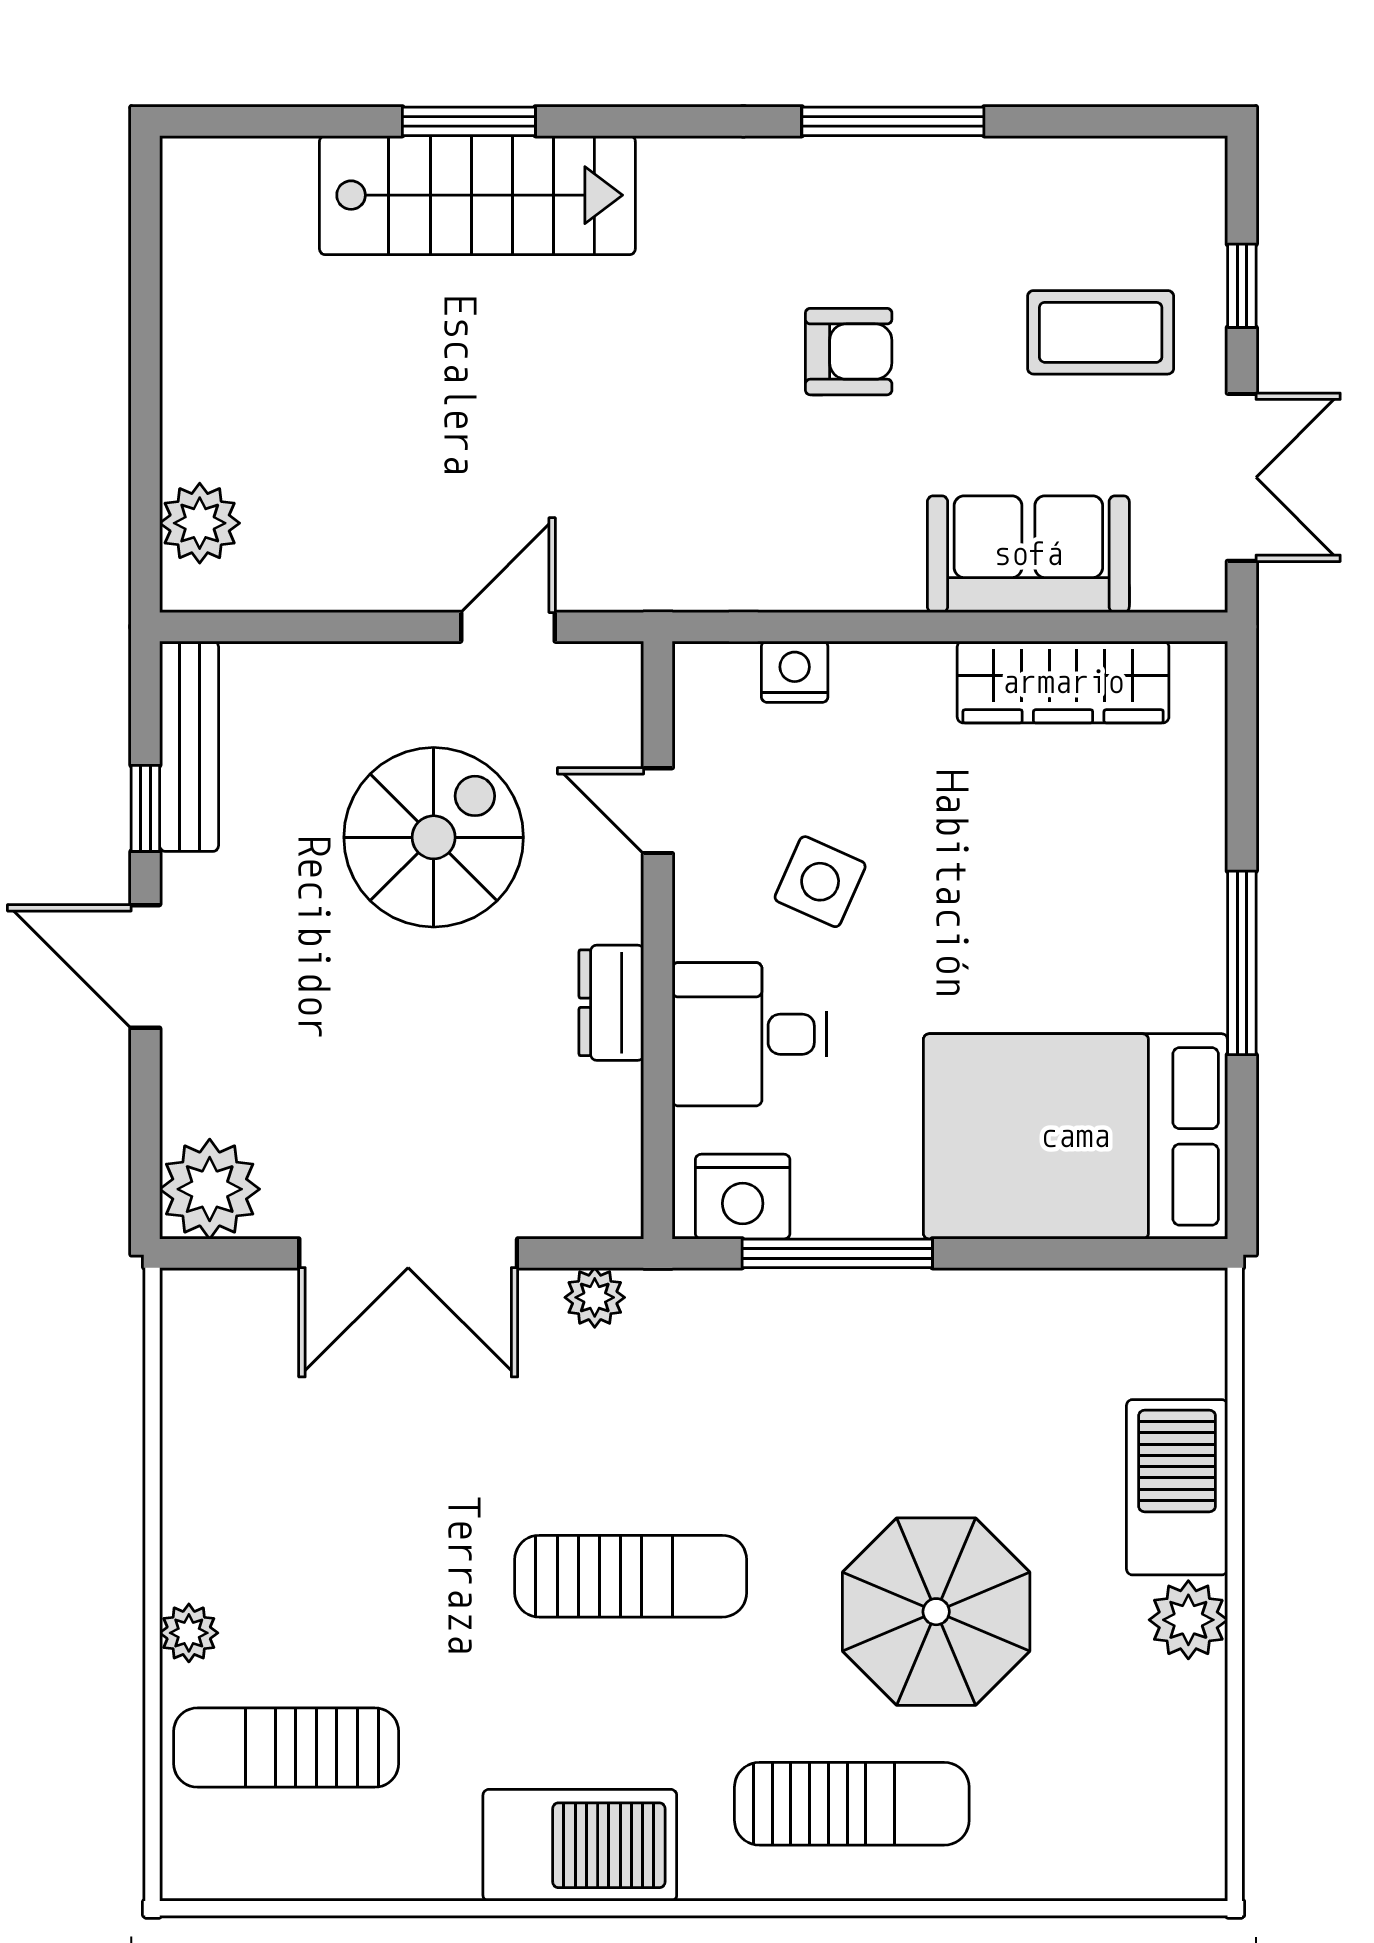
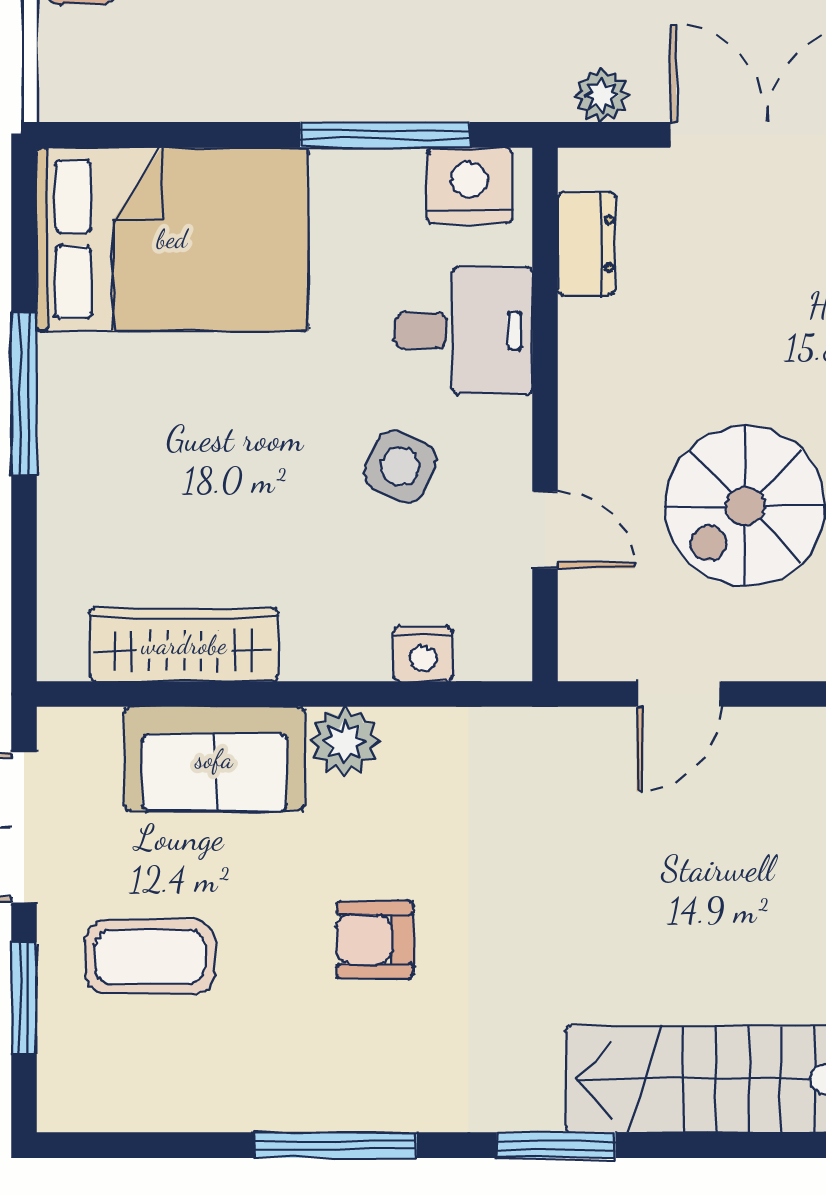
window: (469, 121) -> (556, 1145), moved
window: (1242, 286) -> (24, 998), width x1.50
plant: (883, 574) -> (344, 741), added
dresser: (611, 1003) -> (587, 244), moved

